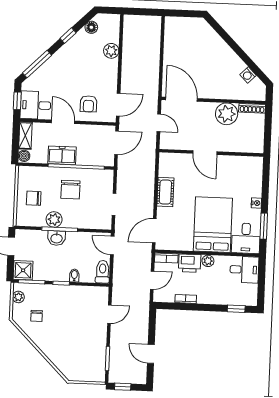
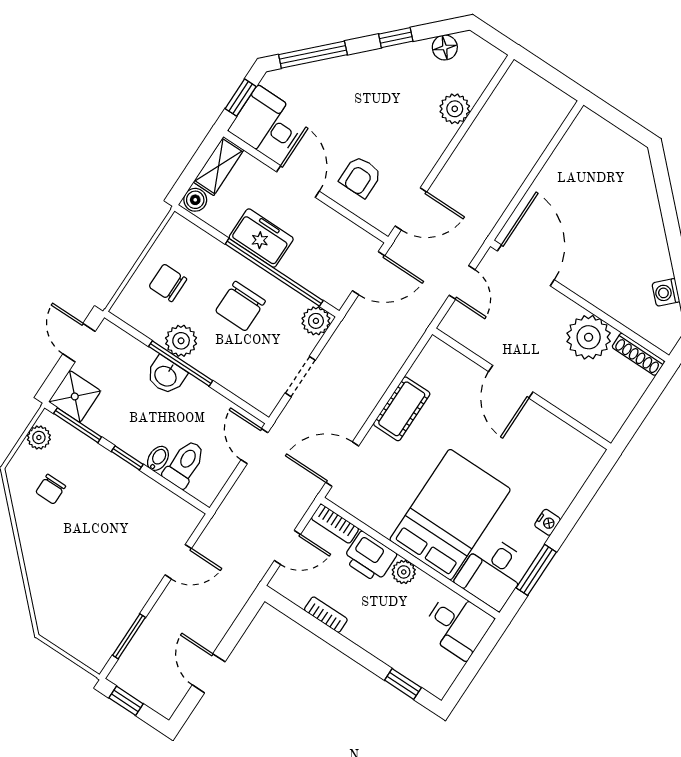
plant: (106, 177) -> (316, 321), added
toilet: (103, 272) -> (184, 464), moved

